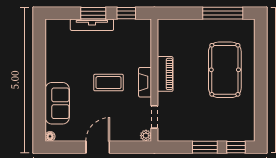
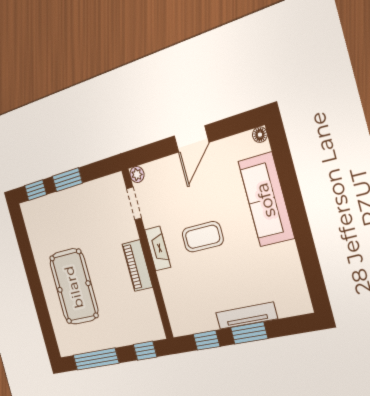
window: (178, 13) -> (145, 351), added
sofa: (57, 103) -> (266, 200), width x1.36

